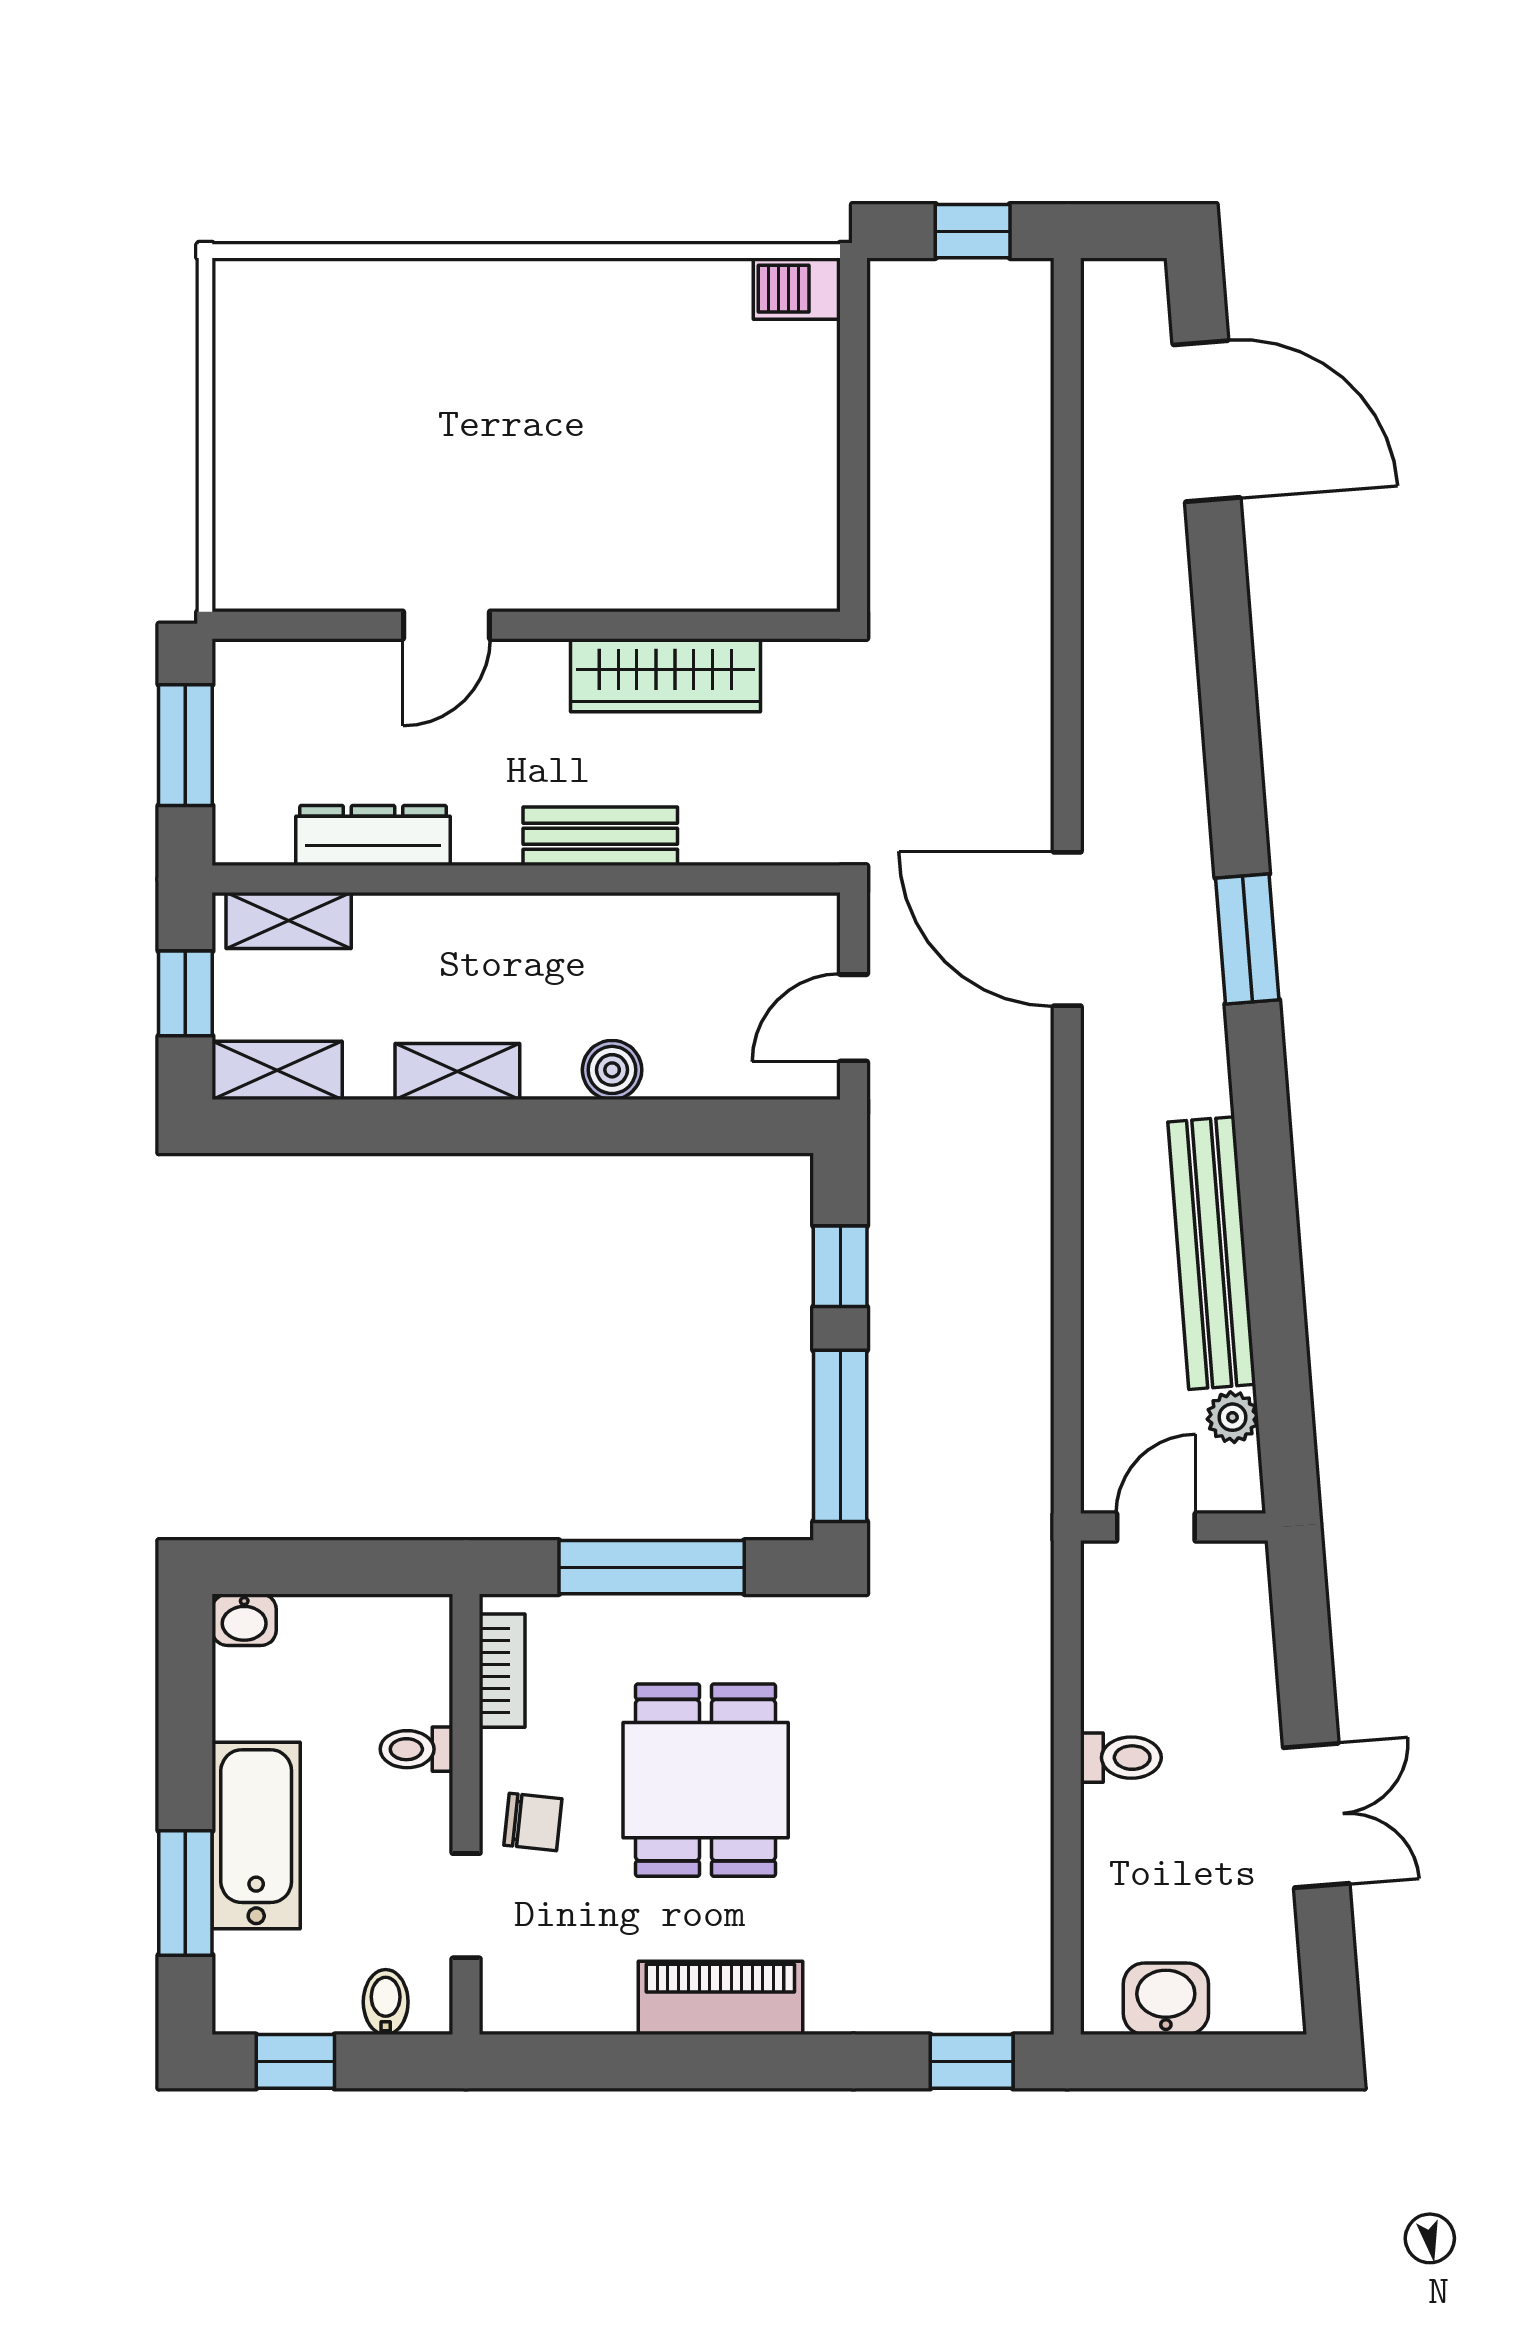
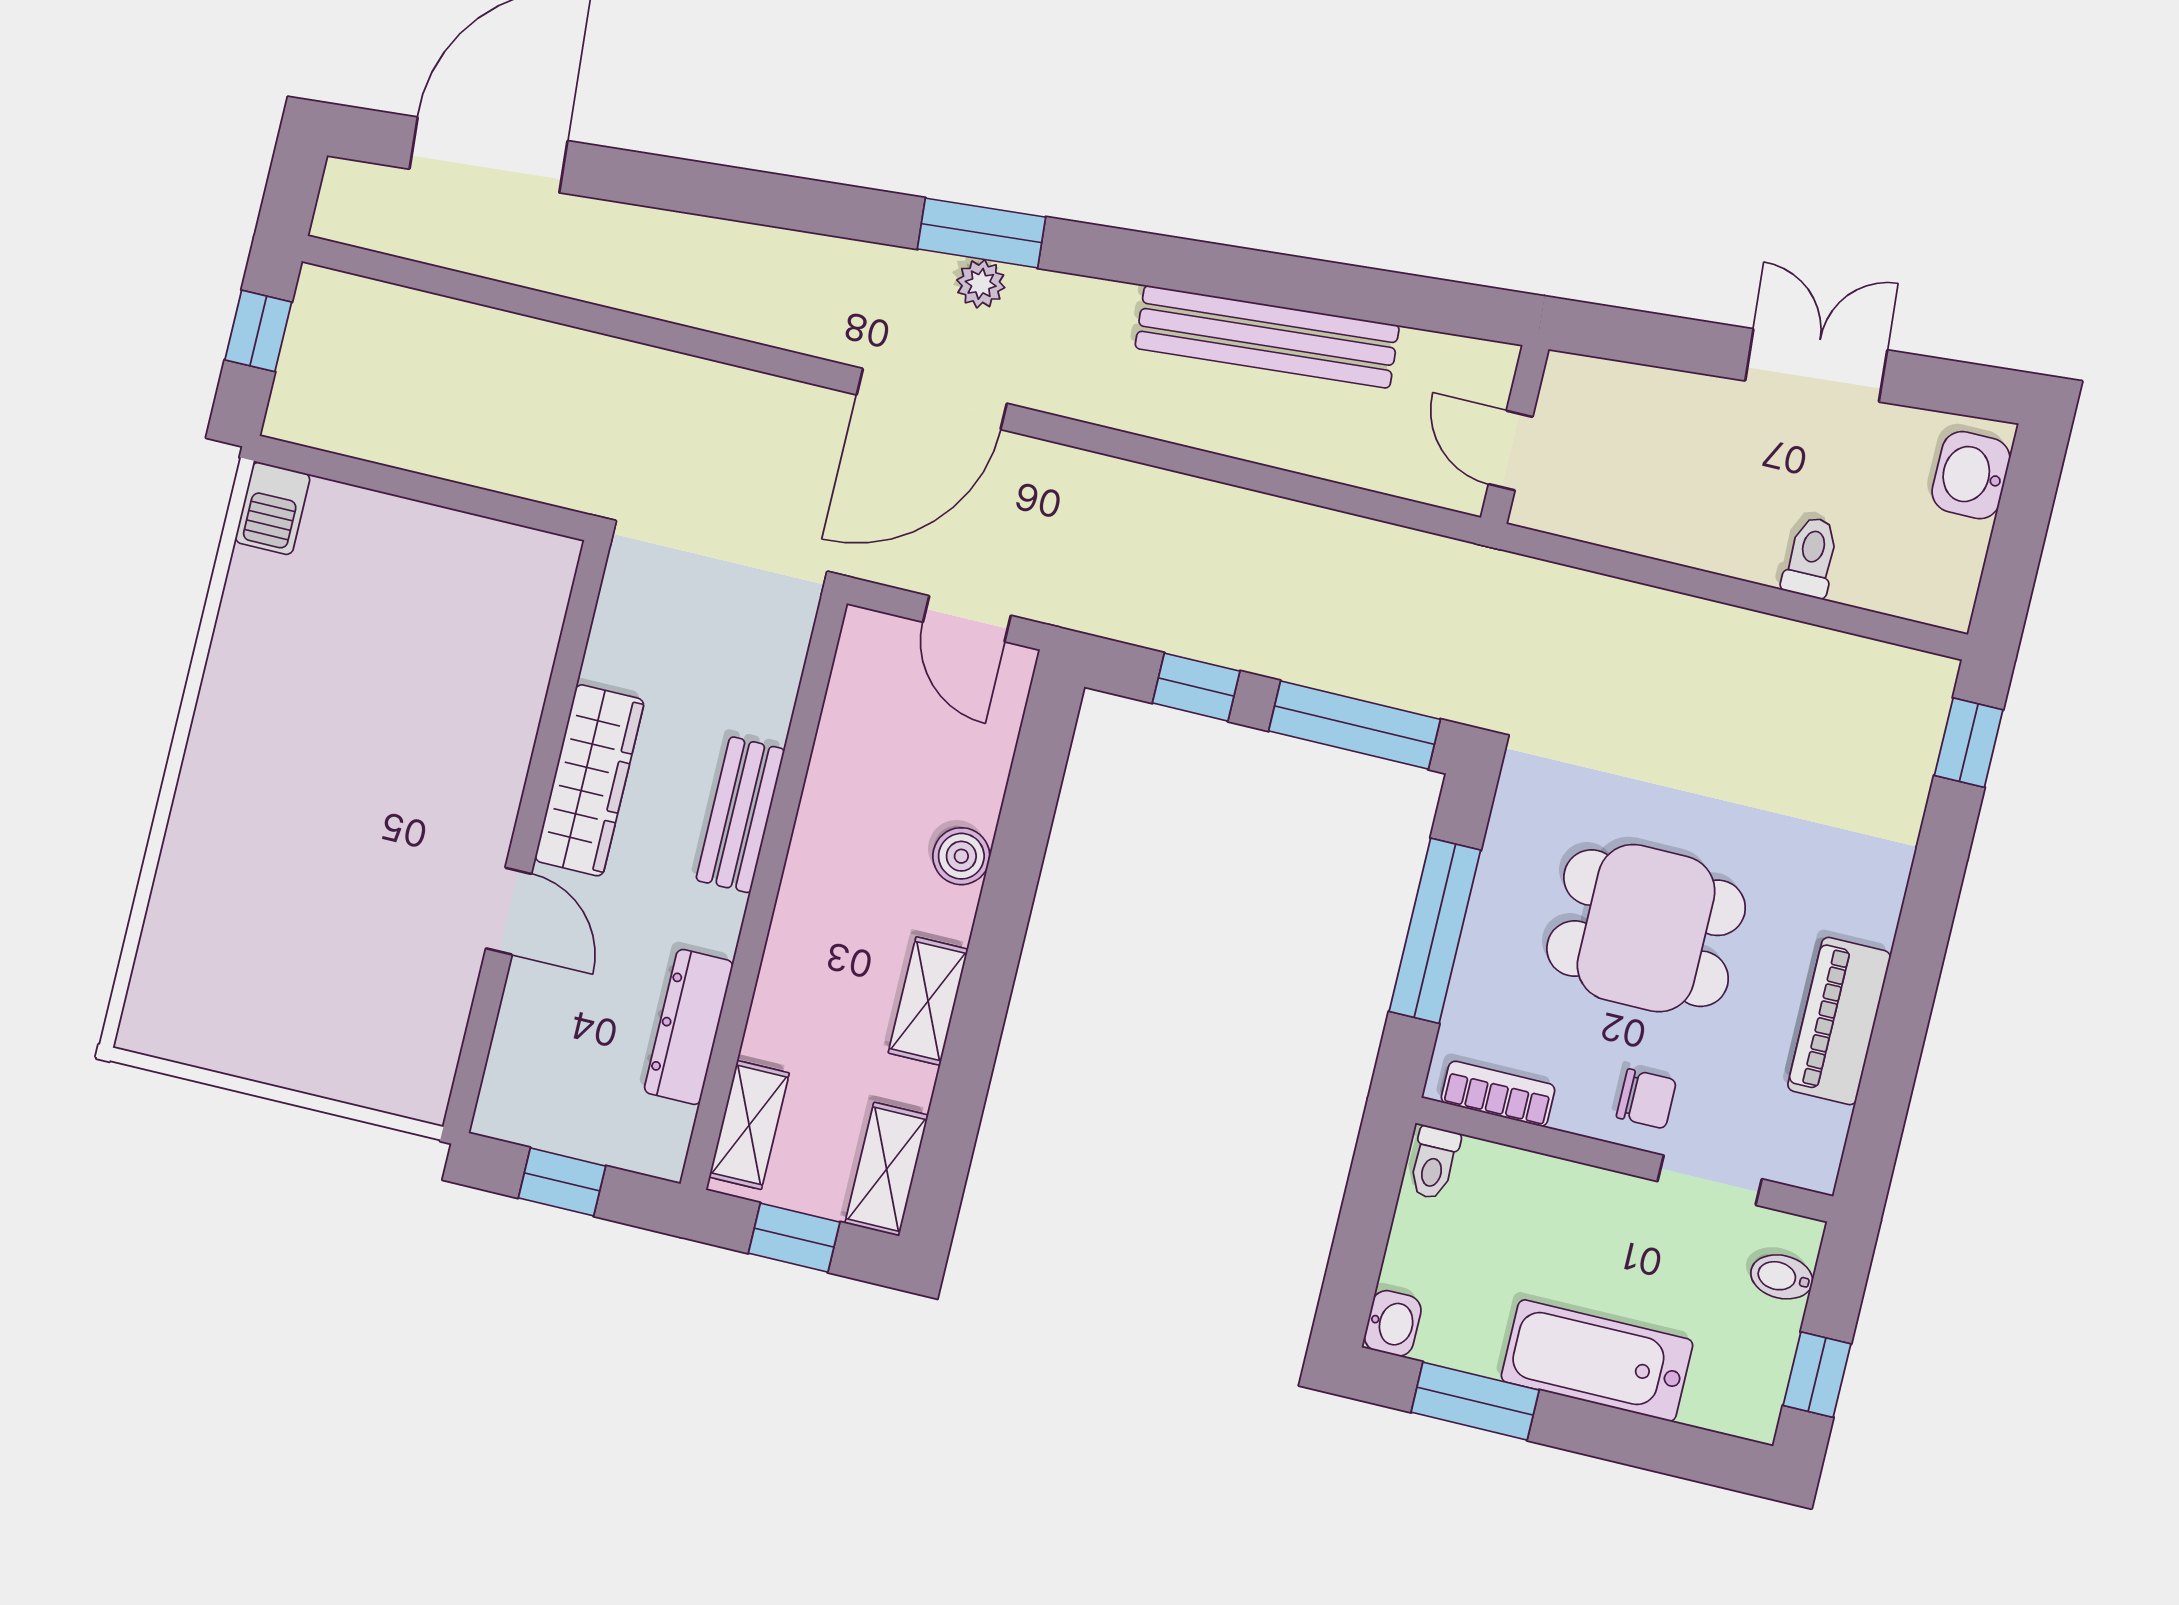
wardrobe: (665, 675) -> (589, 780), moved
window: (185, 745) -> (562, 1182), width x0.67
plant: (1232, 1417) -> (981, 284), moved
toilet: (416, 1749) -> (1434, 1163), moved
toilet: (1121, 1758) -> (1811, 557), moved
chair: (533, 1822) -> (1646, 1099), turned 84
window: (185, 1893) -> (1475, 1401), moved
piano: (720, 1998) -> (1839, 1021), moved
washbasin: (1166, 1999) -> (1971, 475), moved

